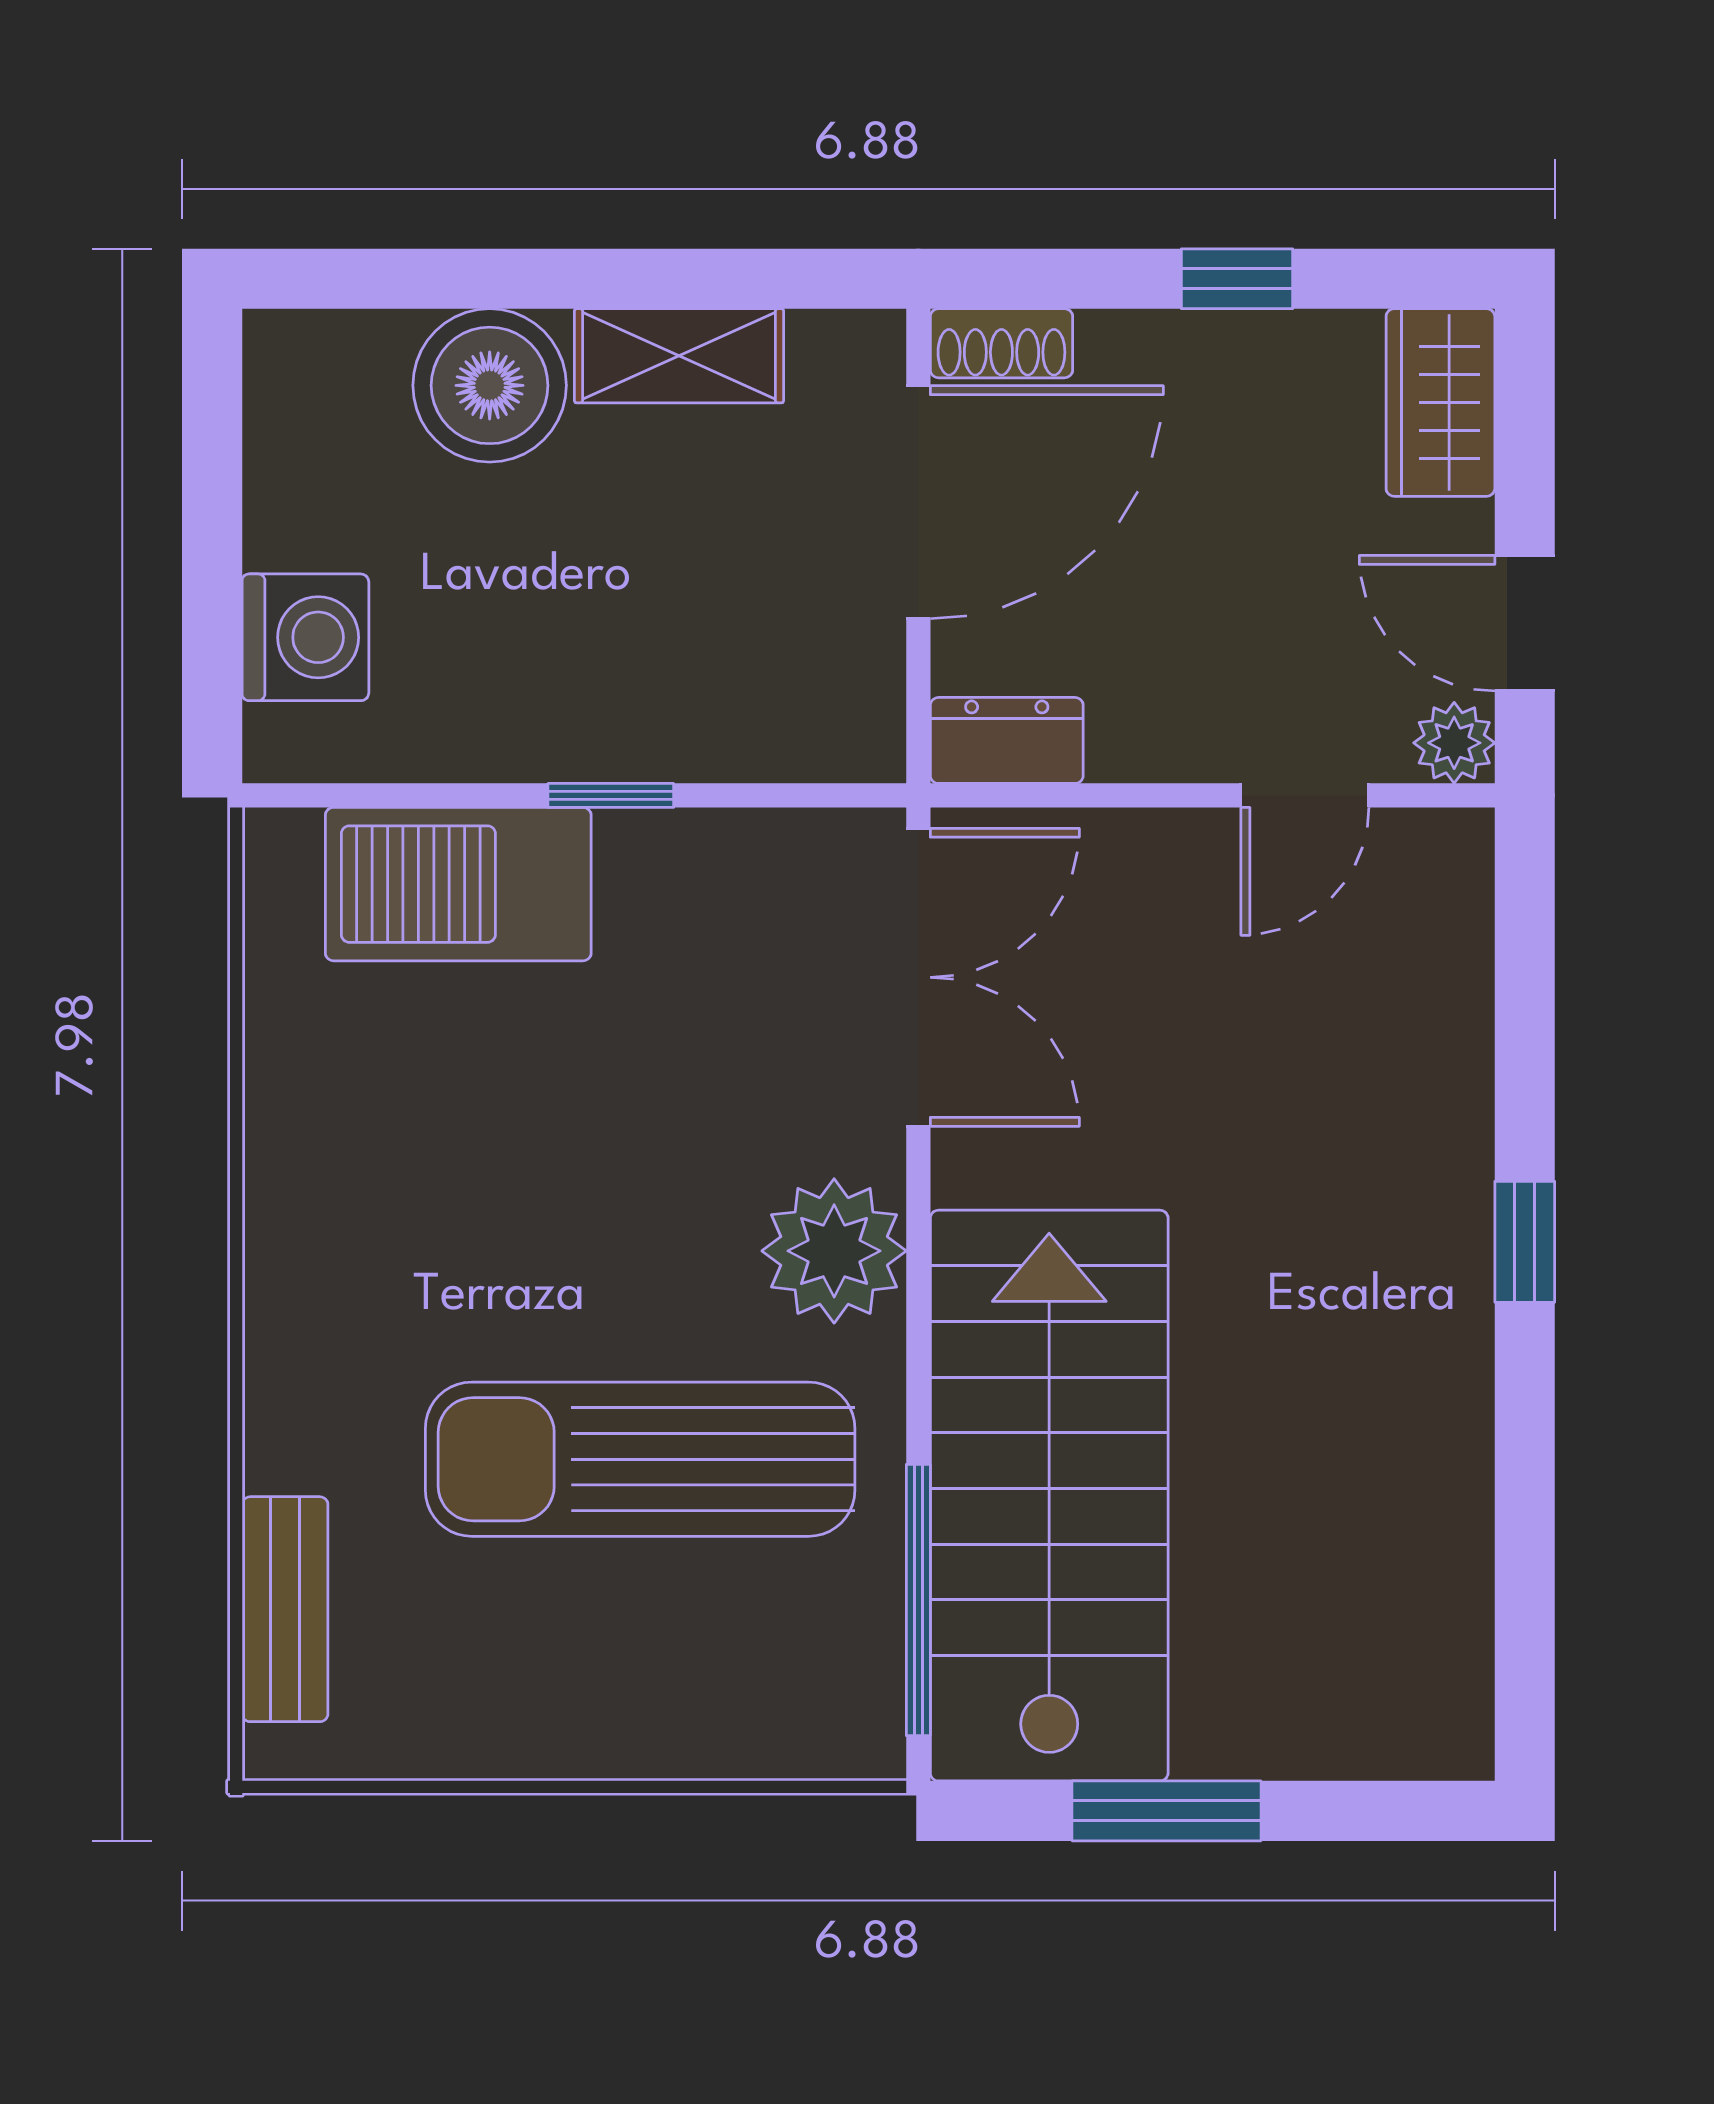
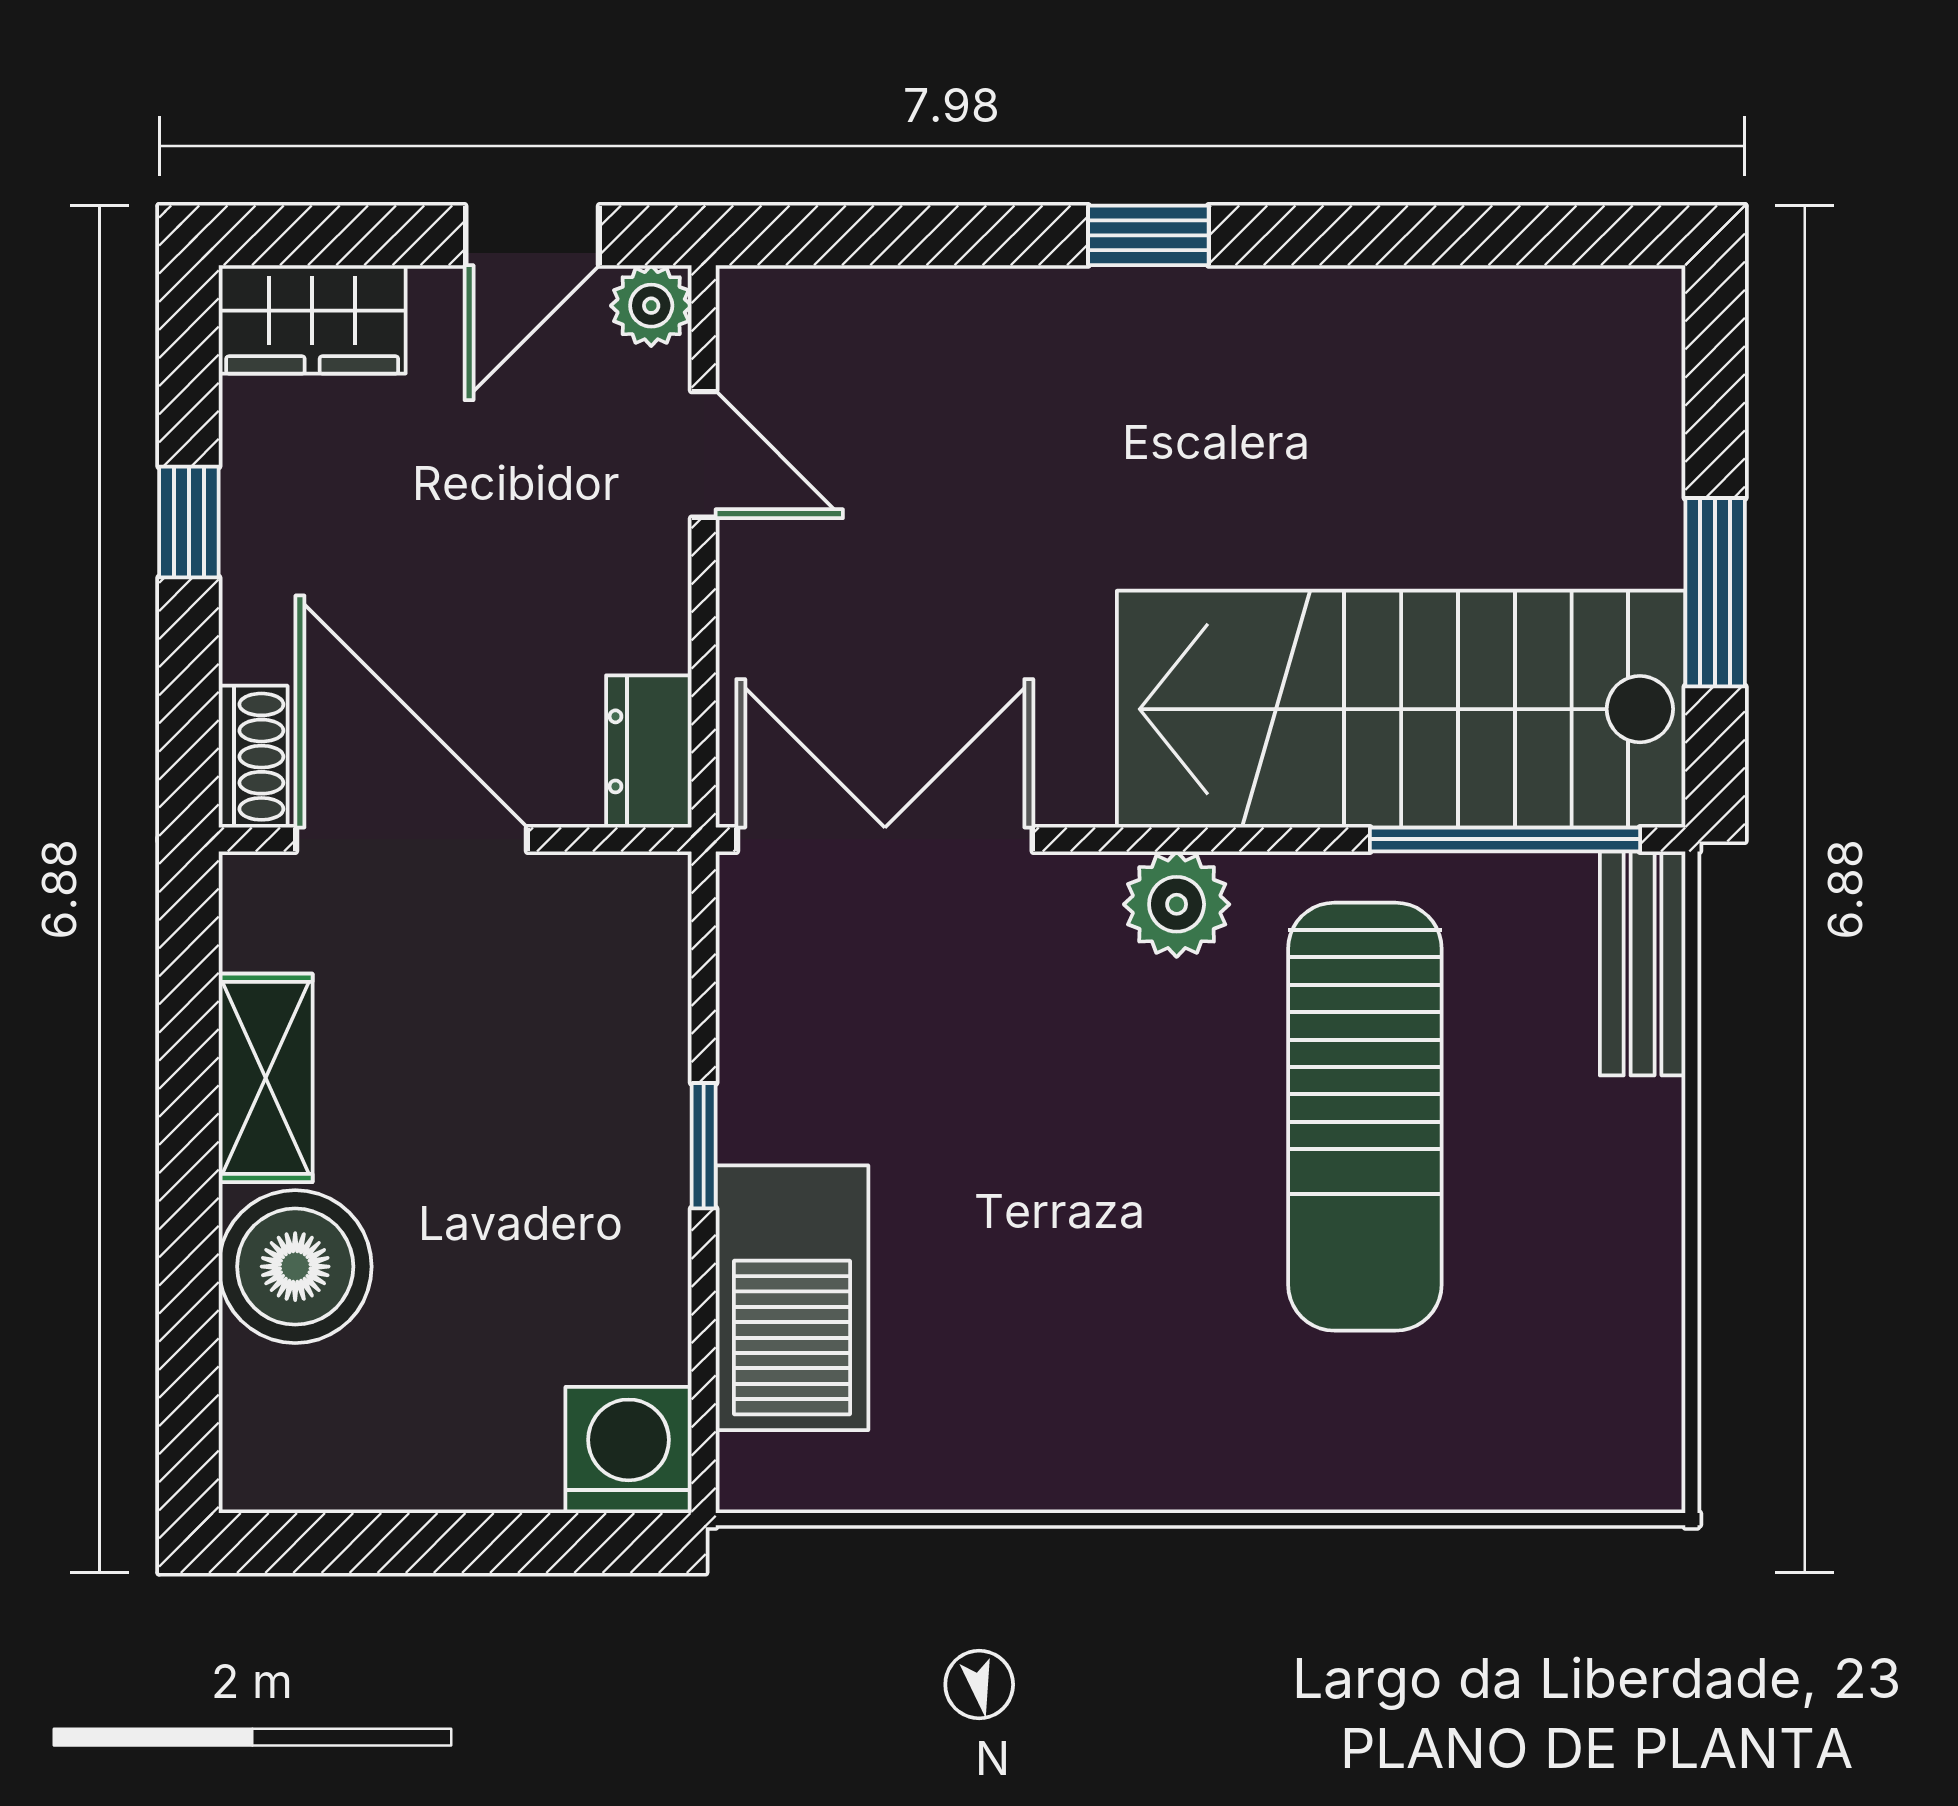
washing machine: (305, 637) -> (629, 1450), moved
plant: (834, 1251) -> (1177, 904), width x0.73, depth x0.73
bench: (285, 1609) -> (1643, 963), moved, turned 90

